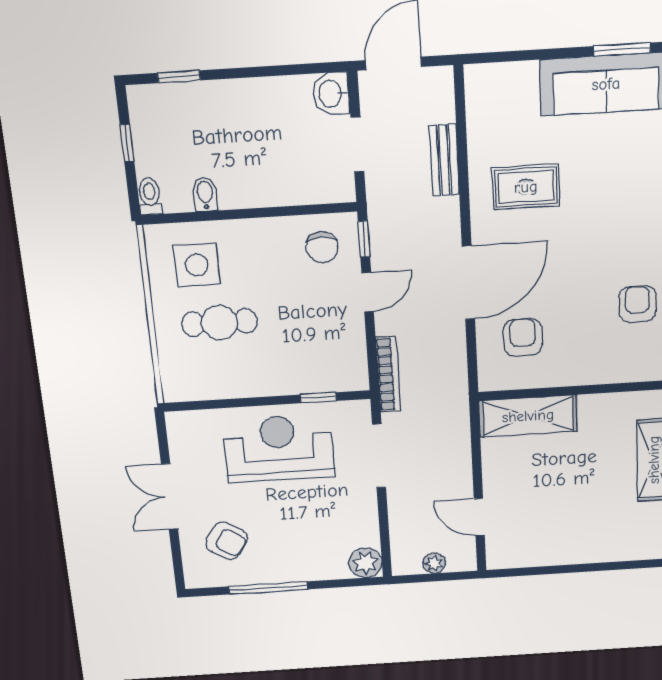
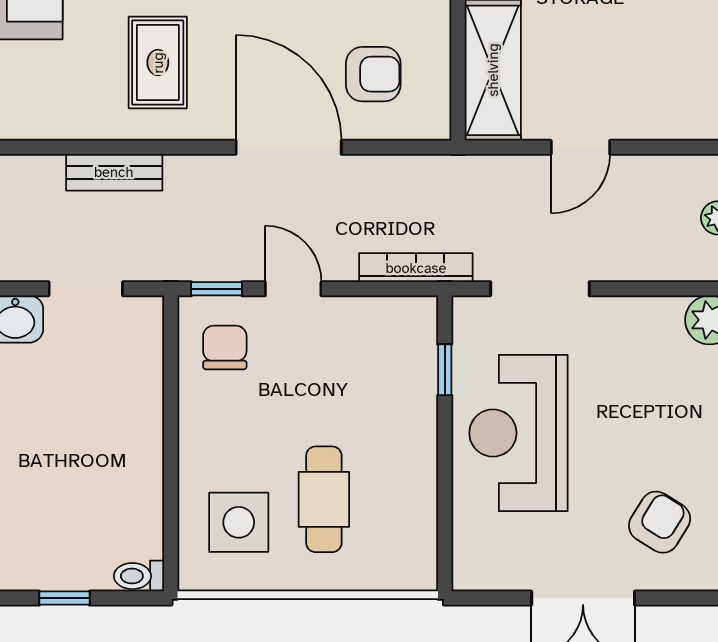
bidet: (205, 194) -> (141, 501), removed
chair: (322, 247) -> (225, 347), turned -90
armchair: (523, 337) -> (373, 74), turned 180
door: (479, 517) -> (580, 147), moved

